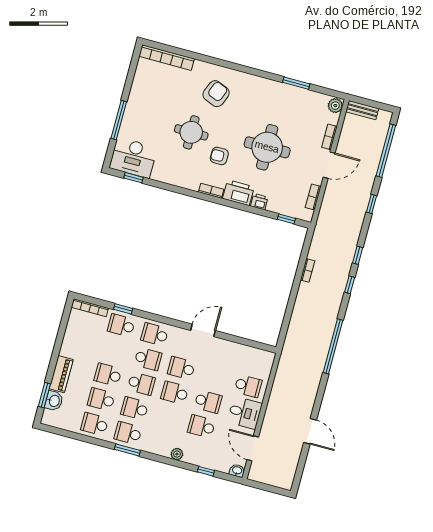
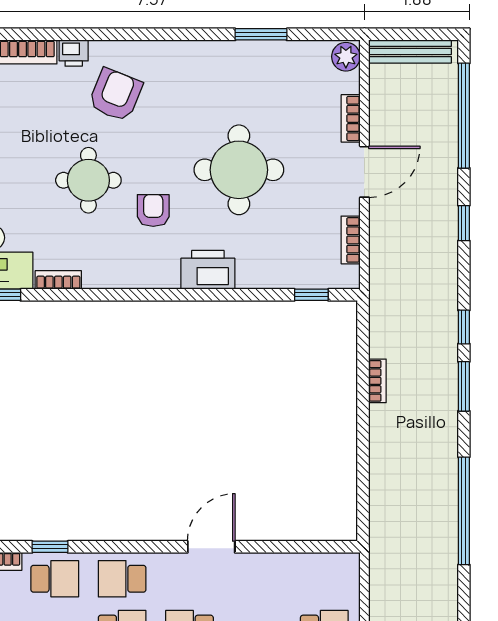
bench: (362, 110) -> (410, 52), width x1.36
armchair: (219, 156) -> (153, 210), turned 90
bookcase: (211, 191) -> (58, 280), moved
printer: (259, 202) -> (74, 53), moved, turned 180
window: (350, 285) -> (464, 386), width x1.50
school desk: (121, 325) -> (55, 579), turned 180

